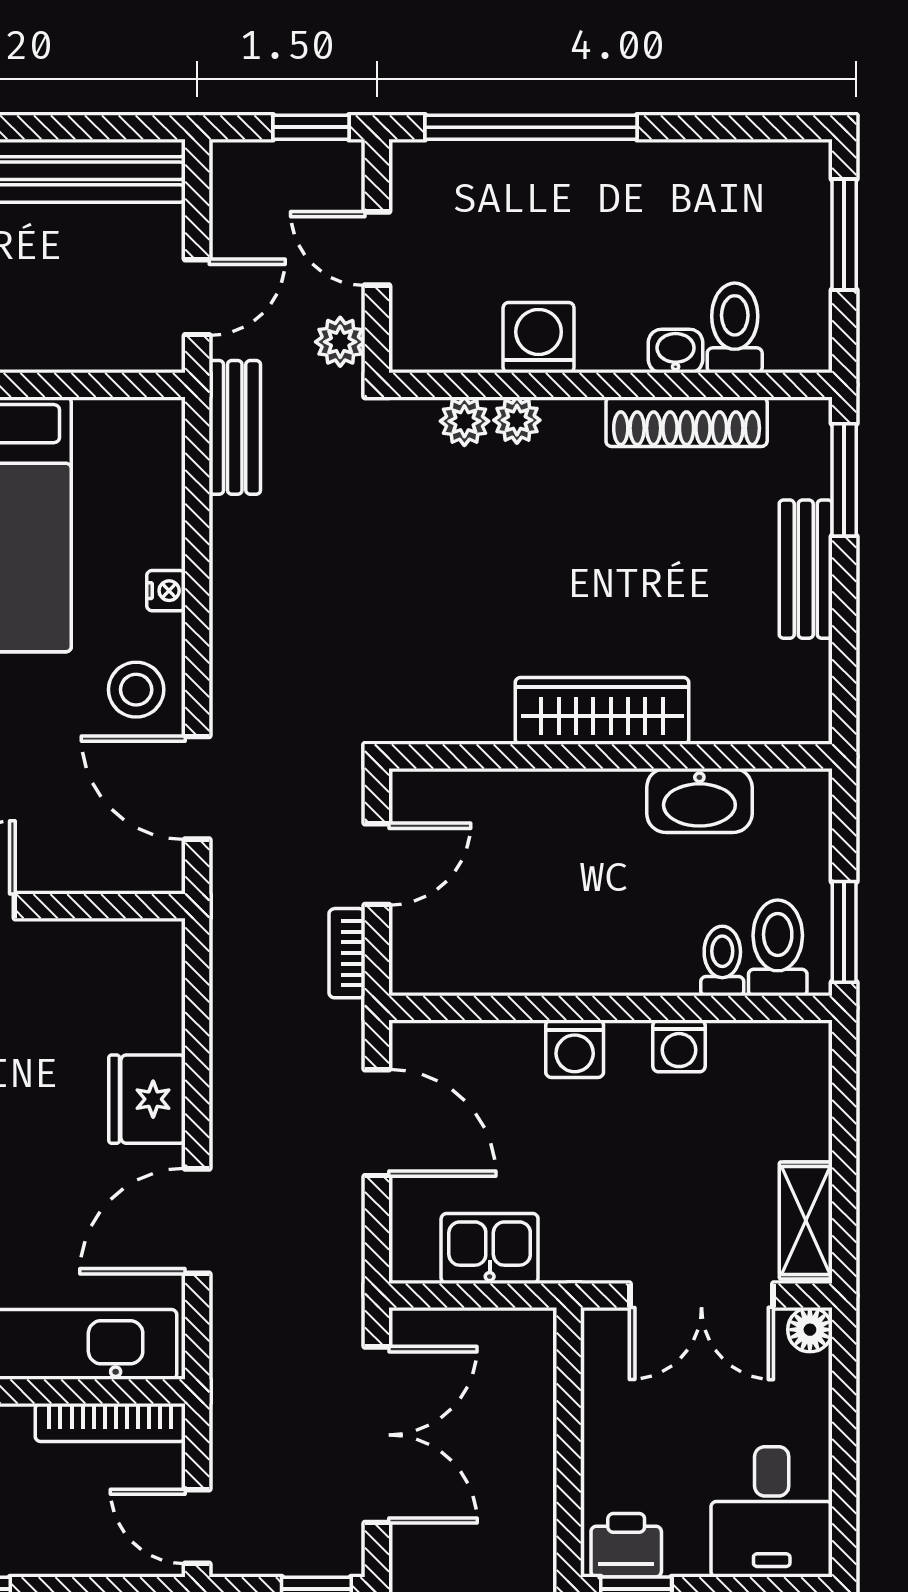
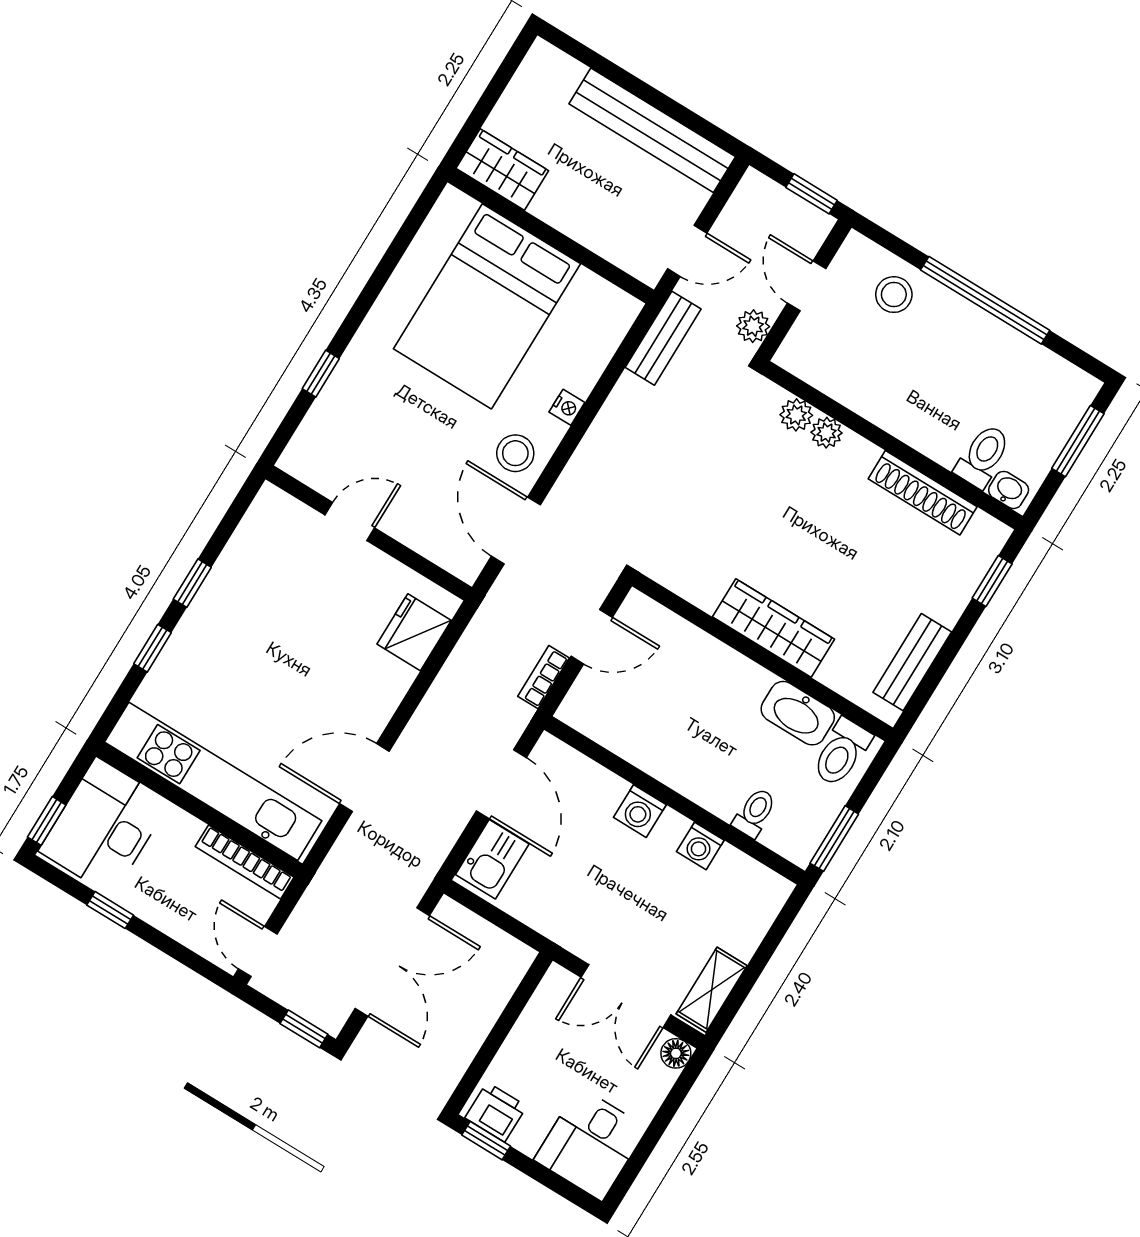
window: (531, 127) -> (985, 300), moved
stool: (495, 191) -> (894, 295), added
washing machine: (539, 338) -> (868, 393), removed
washbasin: (676, 351) -> (1009, 490), moved
window: (844, 480) -> (992, 581), width x0.67
bench: (806, 569) -> (912, 662), moved
toilet: (778, 948) -> (842, 752), moved, turned 180
fridge: (147, 1099) -> (414, 632), moved
kitchen sink: (490, 1248) -> (492, 859), moved, turned 90

